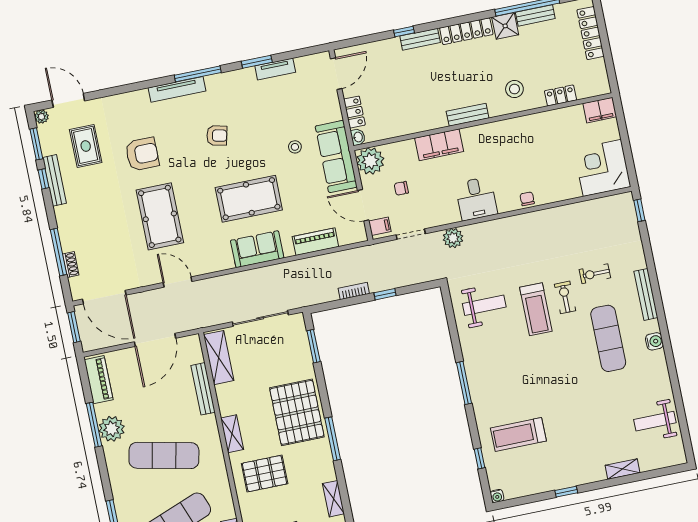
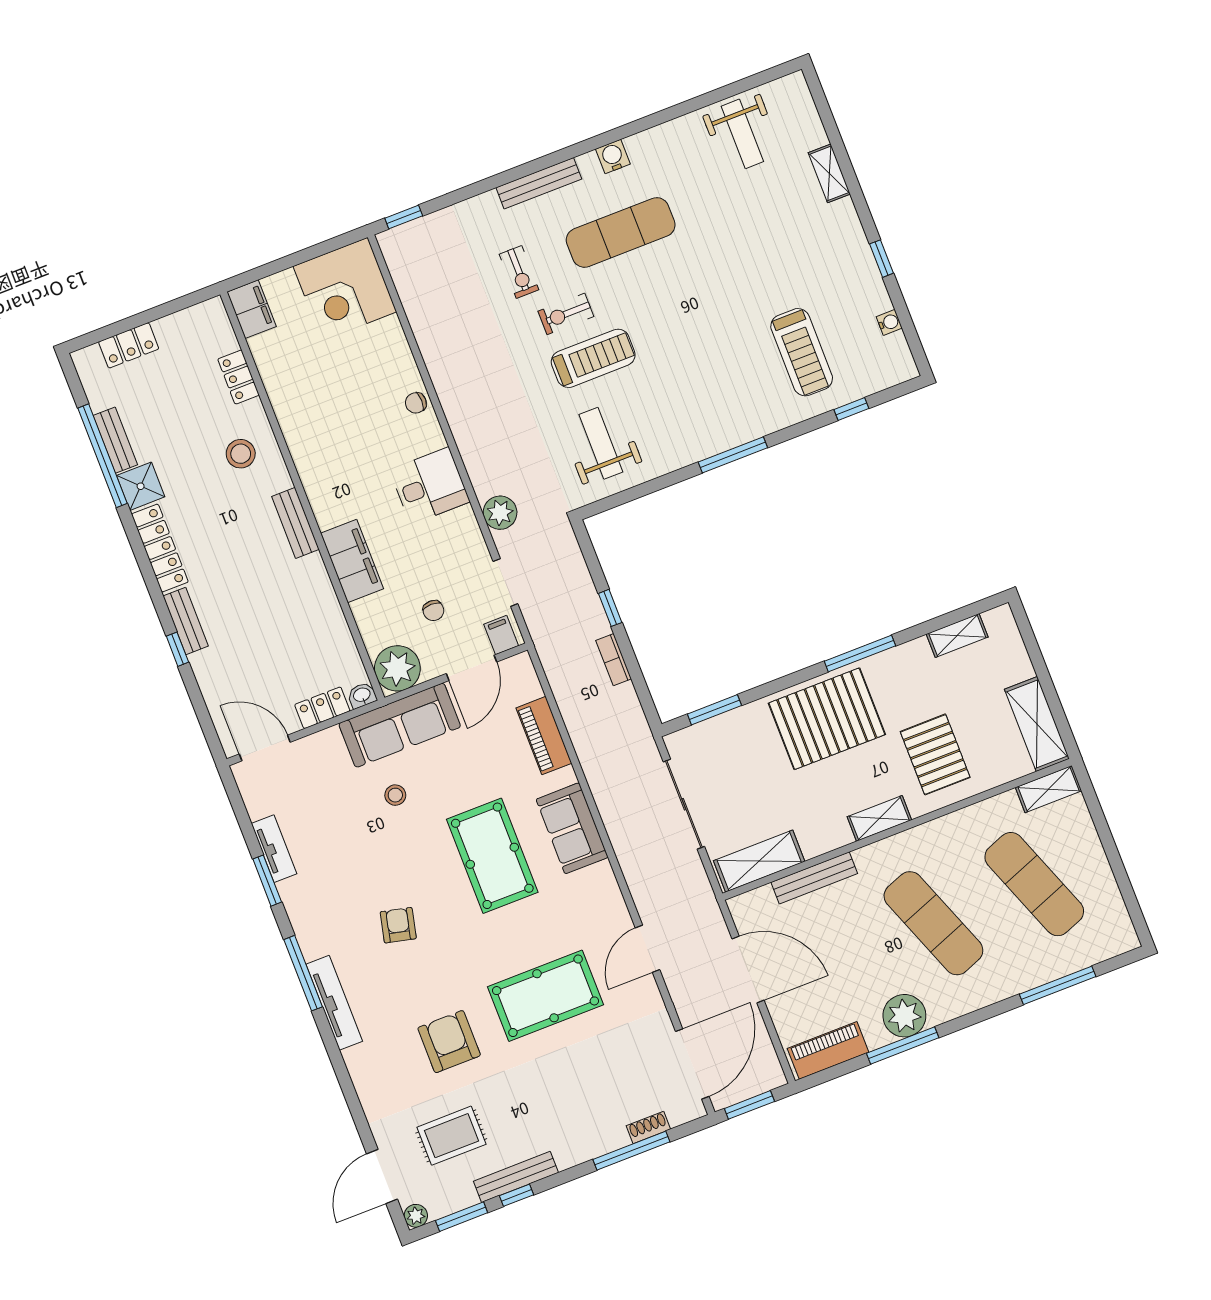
locker: (591, 33) -> (129, 345), width x0.66
exercise mat: (164, 455) -> (933, 923), turned -33
water cooler: (497, 496) -> (889, 322), moved

